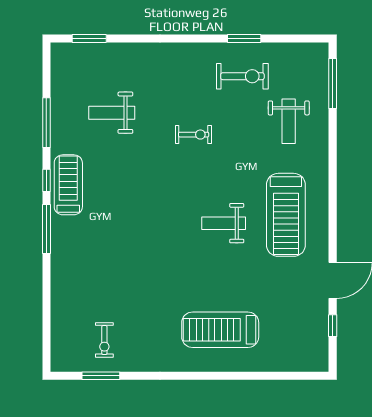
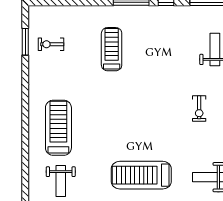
treadmill: (68, 185) -> (112, 49), moved, turned -90
weight bench: (224, 223) -> (61, 181), moved, turned 180

